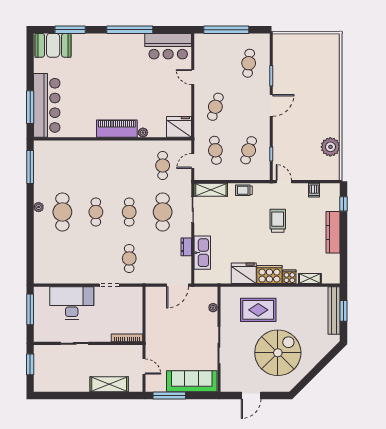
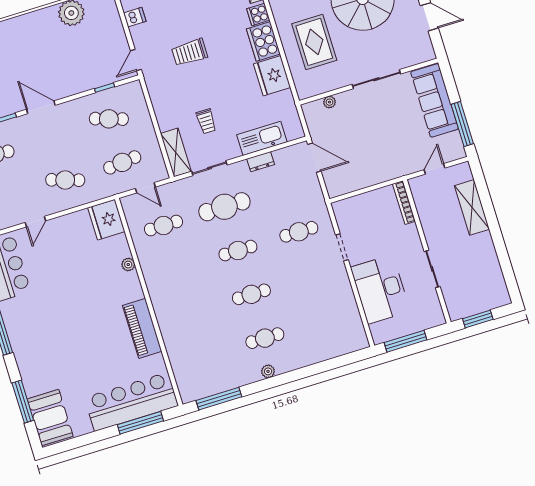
piano: (117, 129) -> (142, 328), moved
trolley: (244, 190) -> (206, 121), moved
cafe table: (62, 212) -> (265, 338), width x0.73, depth x0.74

